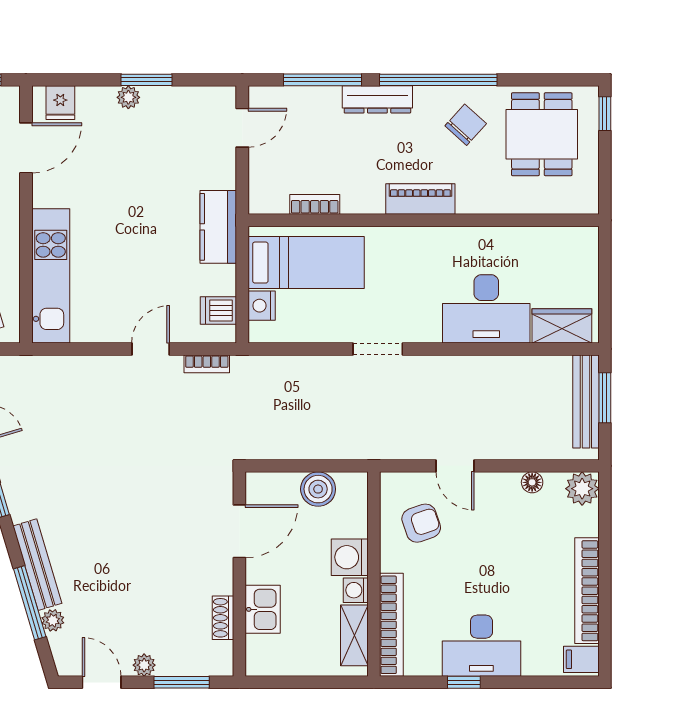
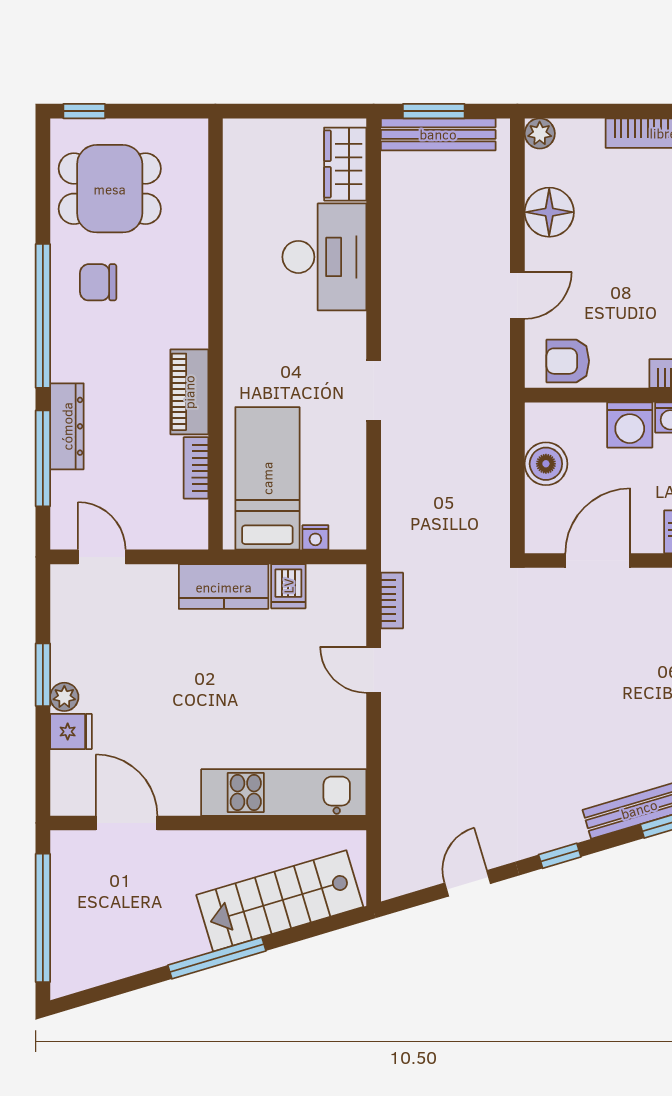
dresser: (377, 99) -> (67, 426), moved
fridge: (60, 103) -> (71, 732), moved
chair: (466, 125) -> (98, 282), turned -42
piano: (420, 199) -> (189, 392), moved
nightstand: (262, 306) -> (315, 537), width x0.72, depth x0.74
dishwasher: (218, 311) -> (288, 586), moved
floor lamp: (532, 482) -> (549, 212), width x1.89, depth x1.89
plant: (582, 489) -> (540, 133), width x0.73, depth x0.73
armchair: (421, 523) -> (568, 361), moved, turned -71
door: (239, 531) -> (598, 561), hinge flipped

